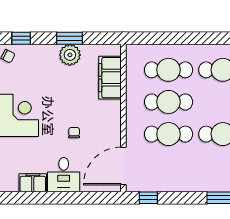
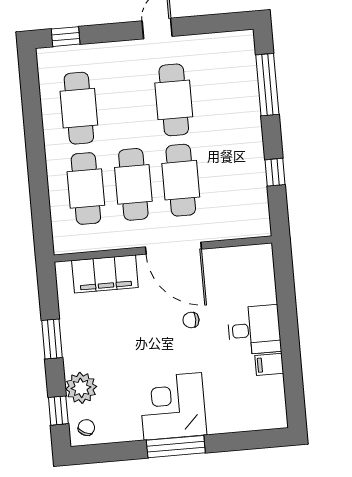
plant: (70, 55) -> (81, 388), moved
door: (123, 166) -> (173, 248), moved
filing cabinet: (33, 183) -> (269, 364), width x0.50
window: (148, 198) -> (275, 172), moved

